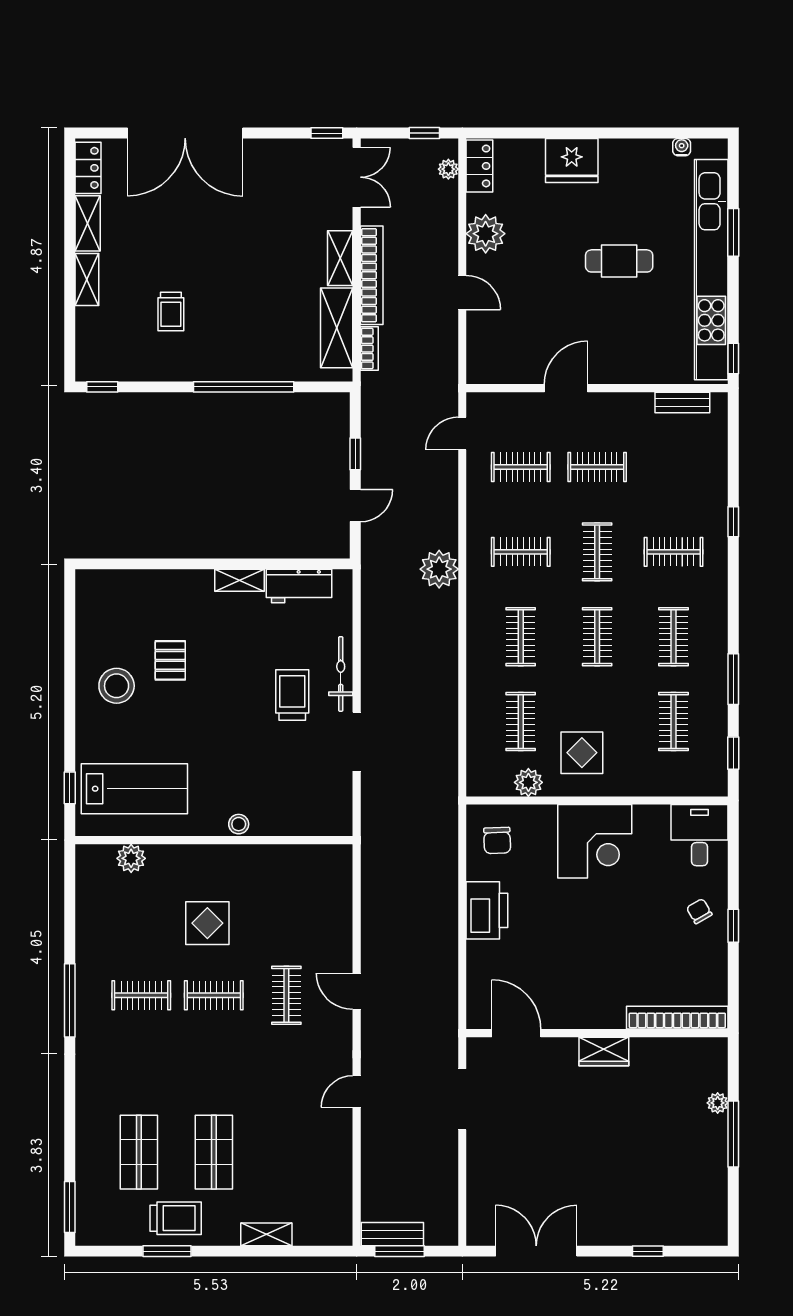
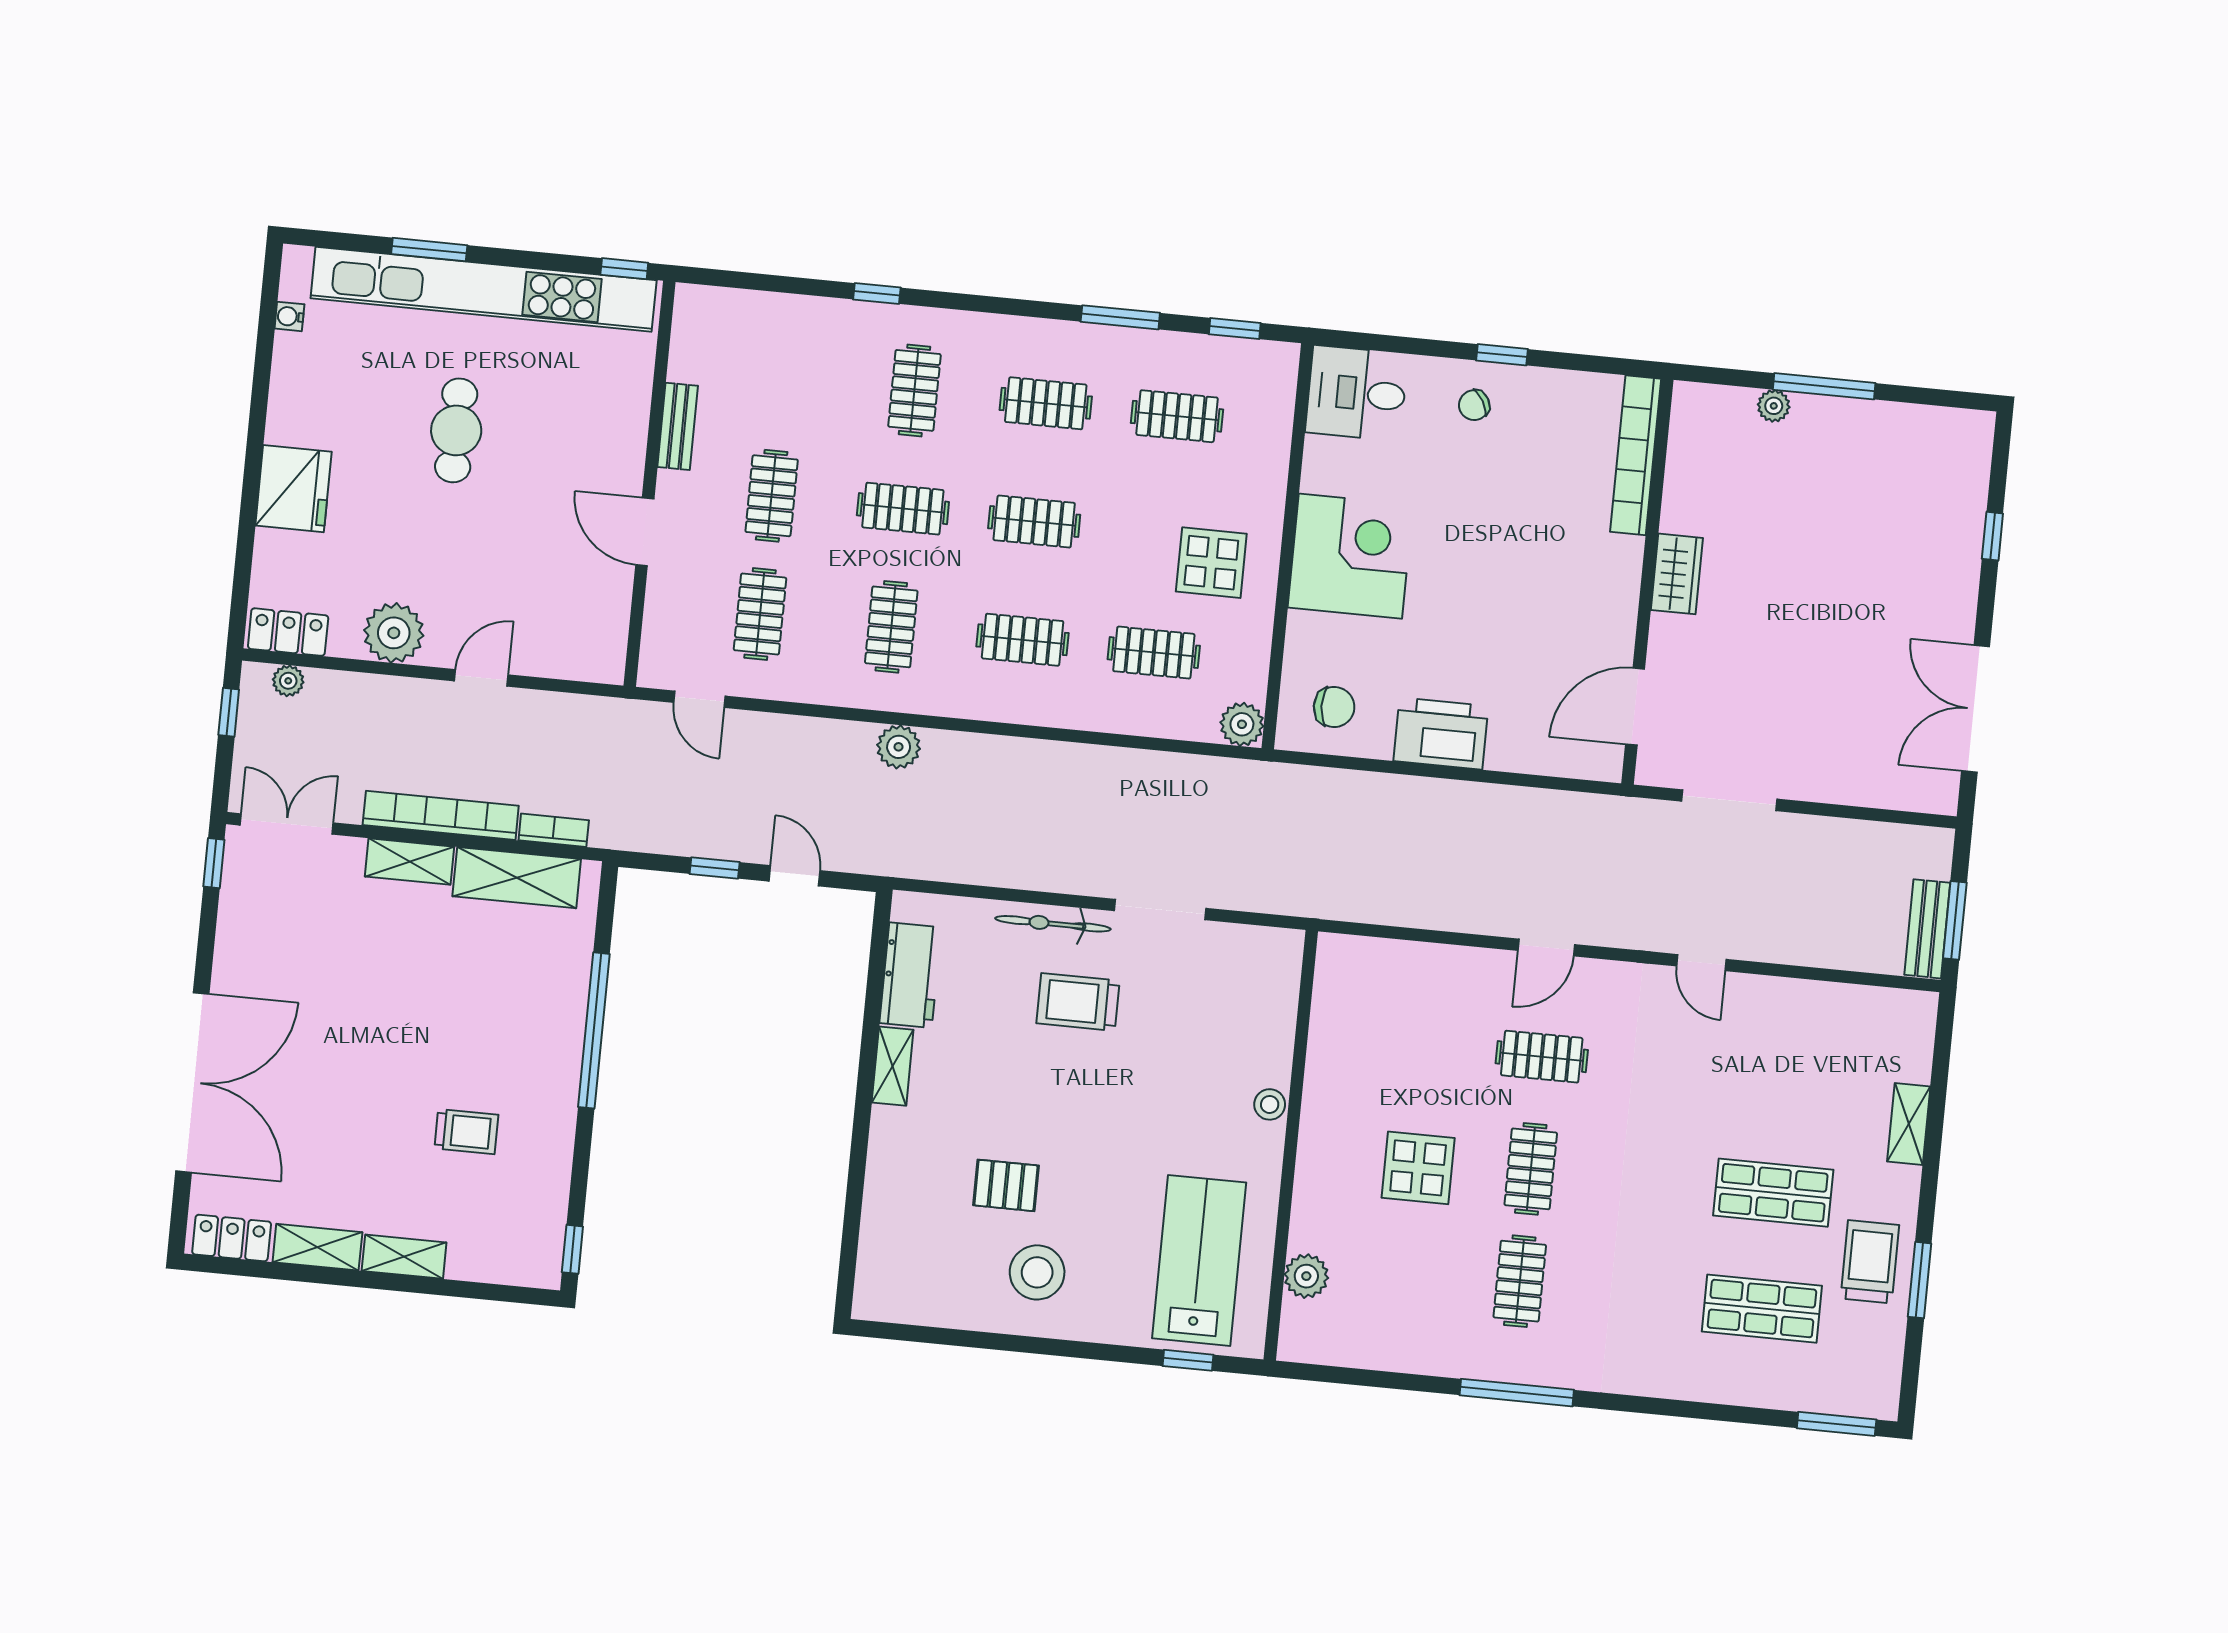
bench: (682, 402) -> (678, 426), moved
plant: (439, 569) -> (899, 747), width x0.73, depth x0.73
plant: (528, 782) -> (1242, 724), moved

